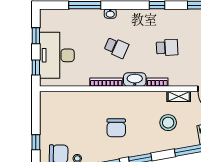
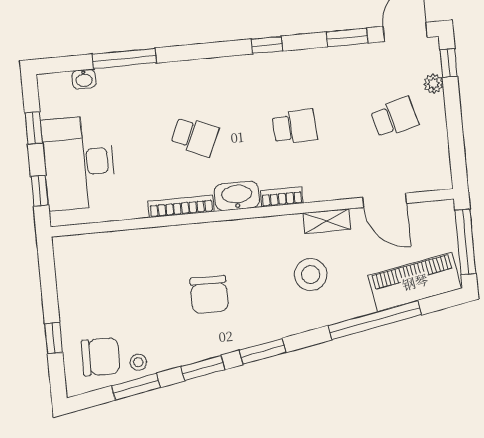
washbasin: (110, 14) -> (84, 79), moved

